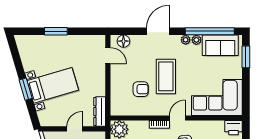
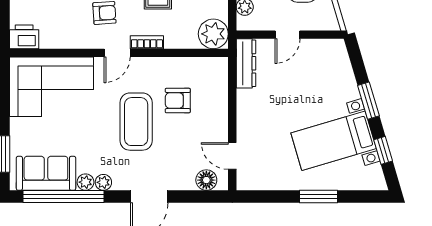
window: (17, 59) -> (383, 150), added
bed with nightstands: (53, 85) -> (334, 141), moved

